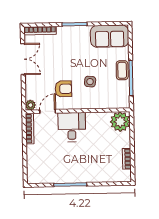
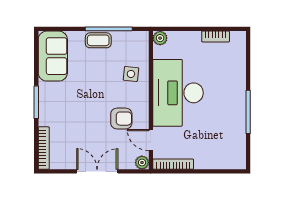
double door: (23, 59) -> (97, 171), moved
side table: (90, 82) -> (131, 74), moved
armchair: (63, 89) -> (121, 119), turned 90
plant: (120, 122) -> (160, 38), width x0.53, depth x0.53
desk: (72, 127) -> (178, 93), width x1.87, depth x1.30

